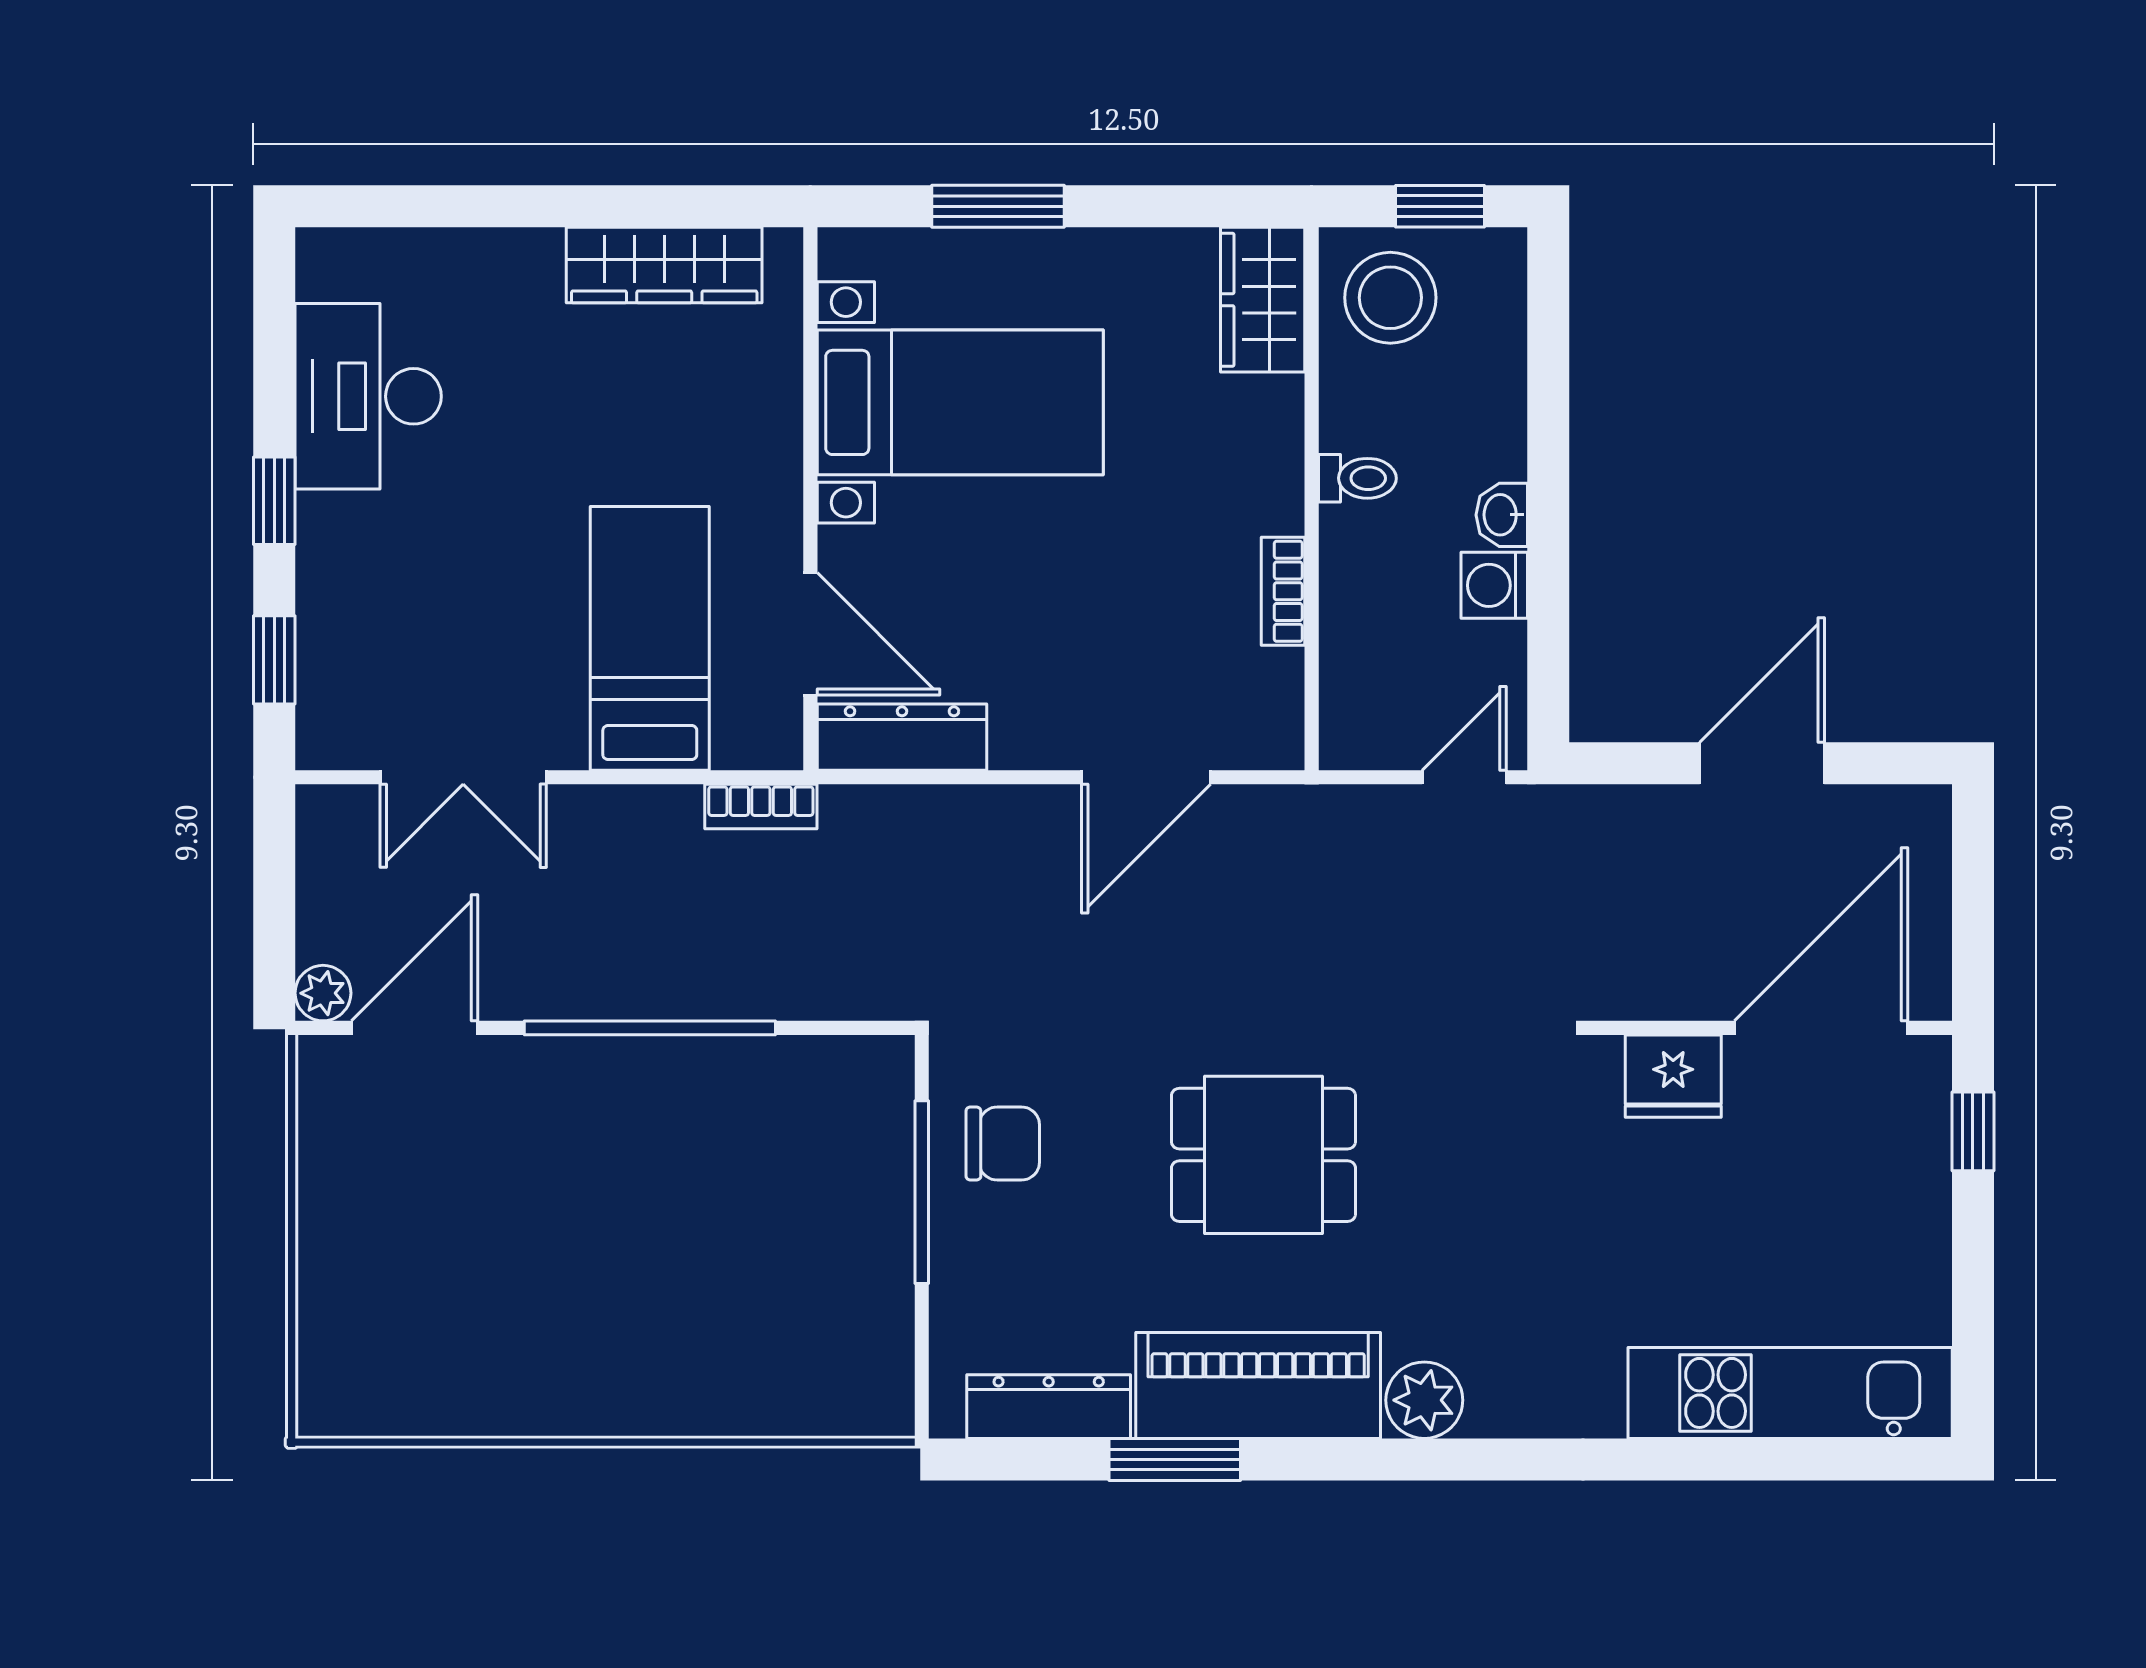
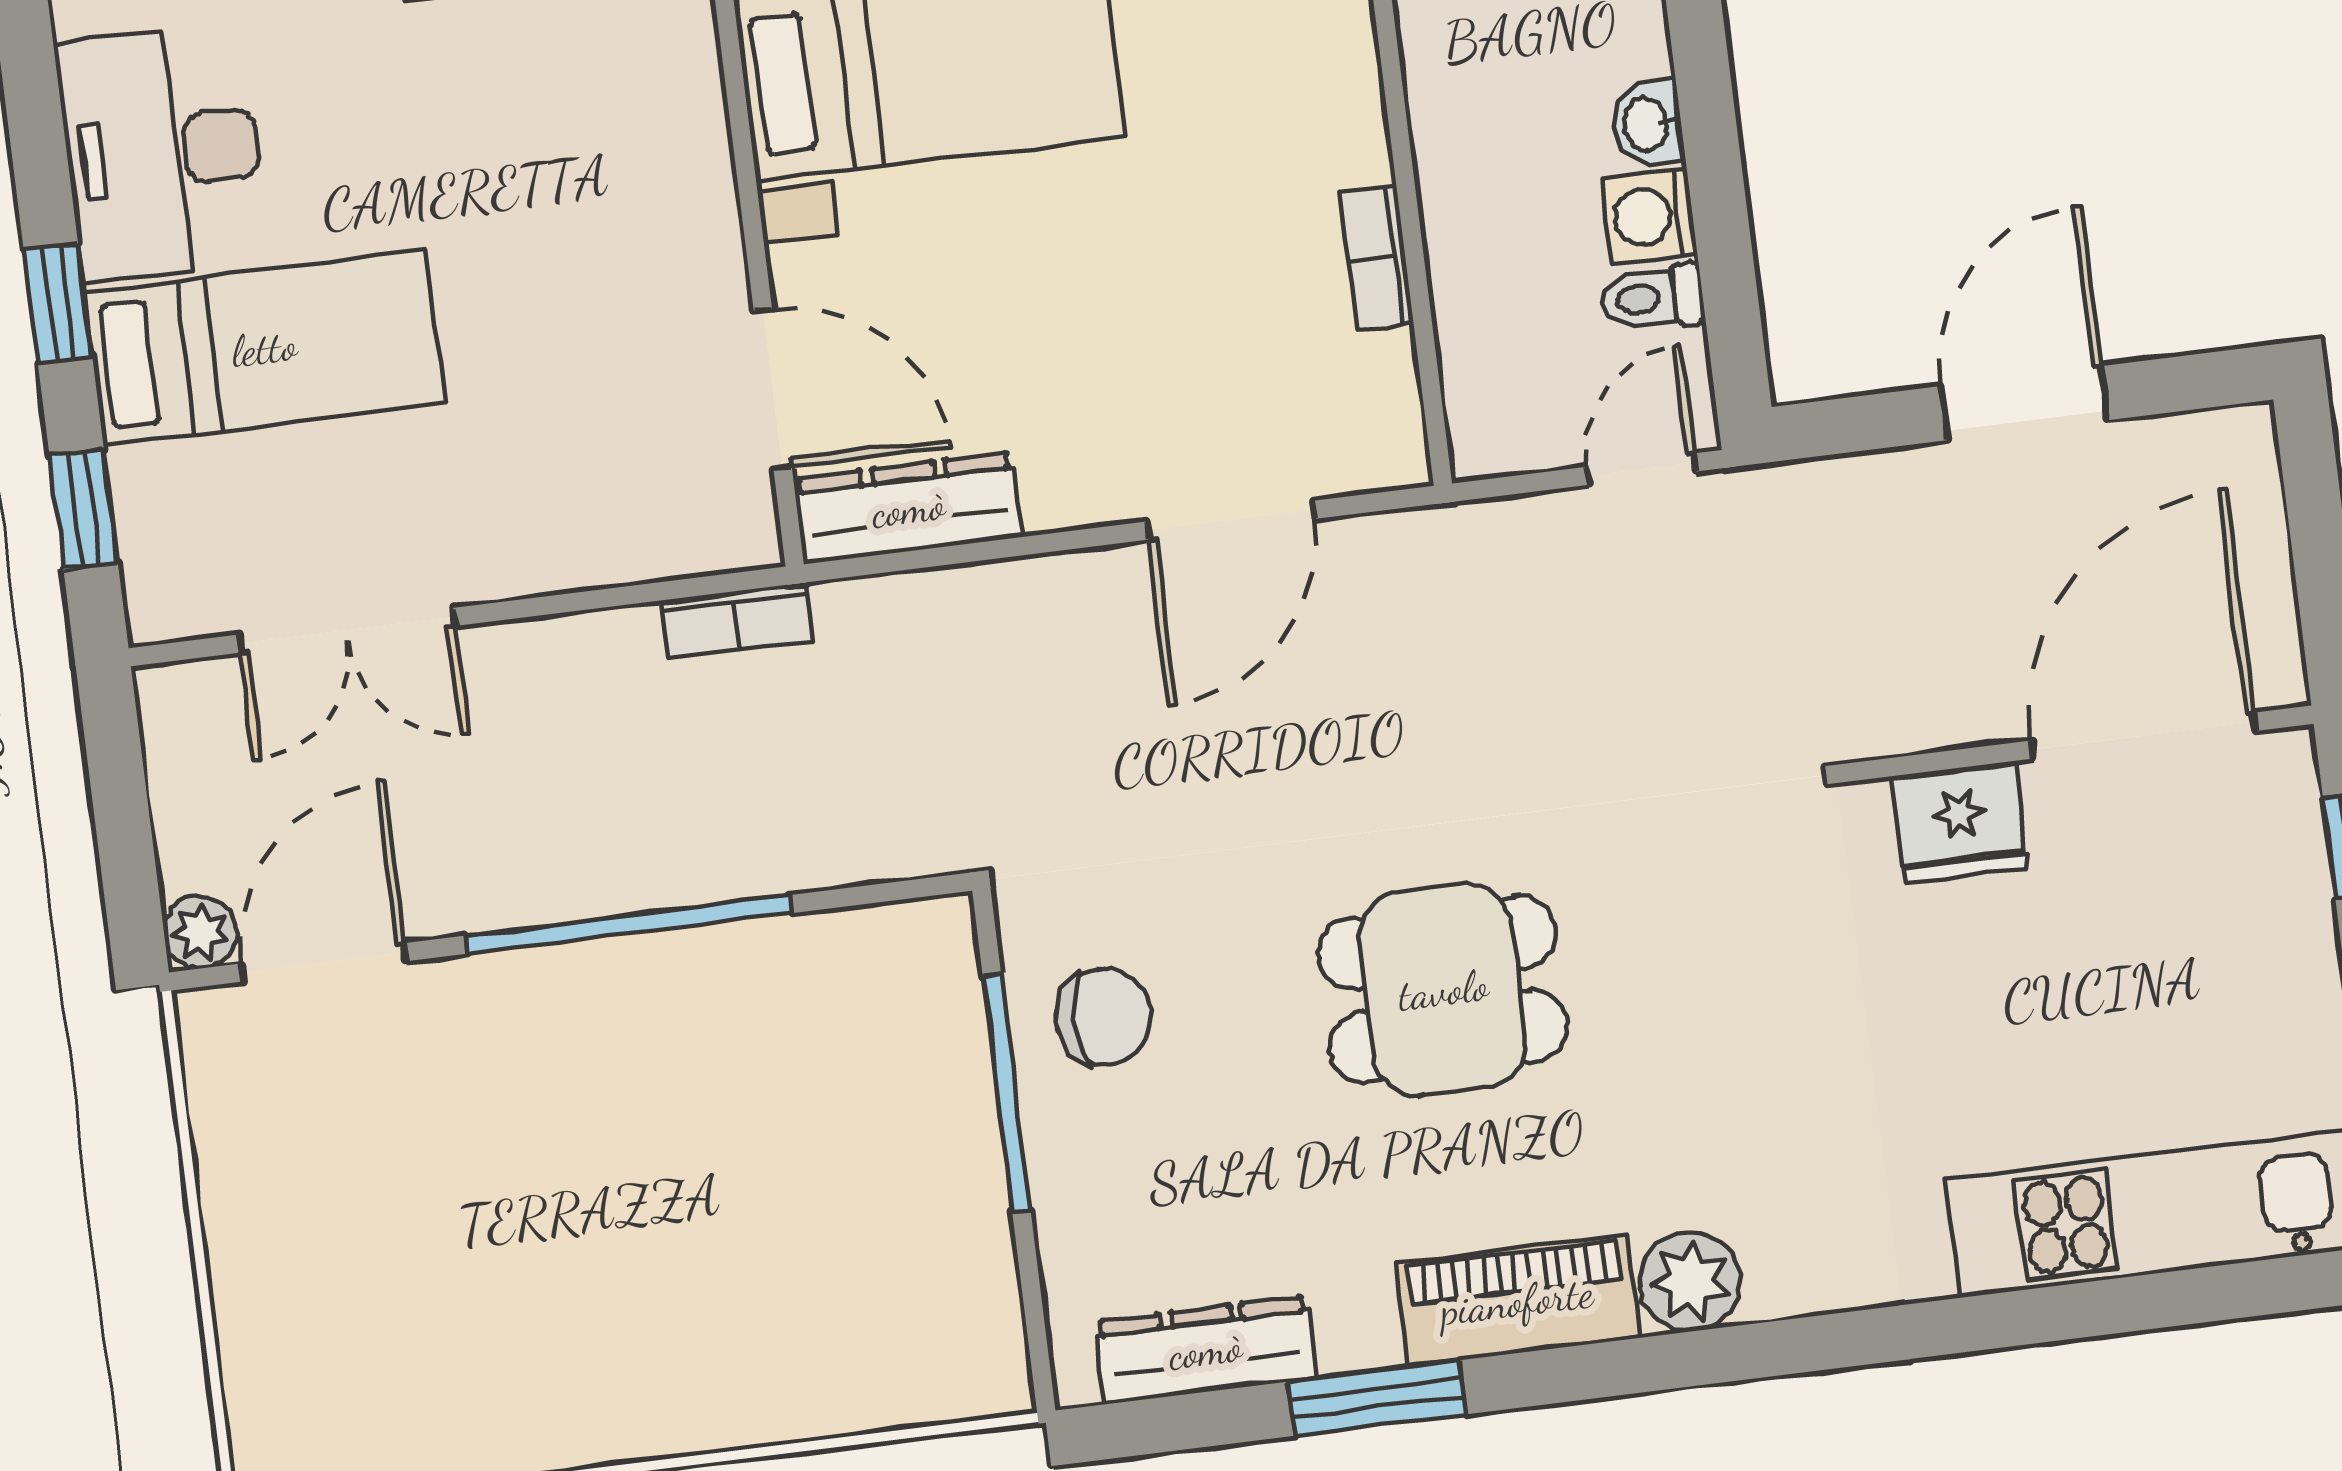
toilet: (1357, 478) -> (1652, 298), moved, turned 180
bed: (650, 638) -> (264, 348), moved, turned 90
piano: (1258, 1385) -> (1517, 1301), width x0.73, depth x0.75

